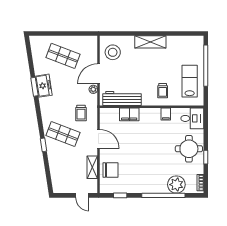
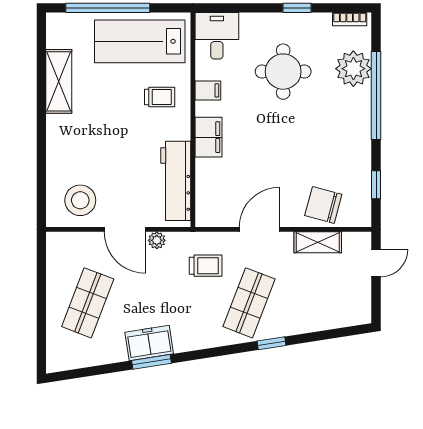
shelving: (150, 42) -> (59, 81), moved
lab bench: (190, 81) -> (140, 41), width x1.36, depth x1.39
filing cabinet: (129, 114) -> (208, 137), moved
round table: (189, 149) -> (283, 72), moved
chair: (110, 170) -> (323, 205), turned -75

